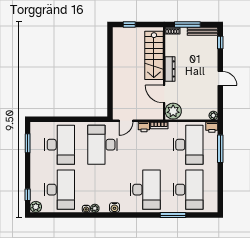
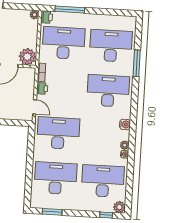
desk: (102, 145) -> (58, 133), turned 180

